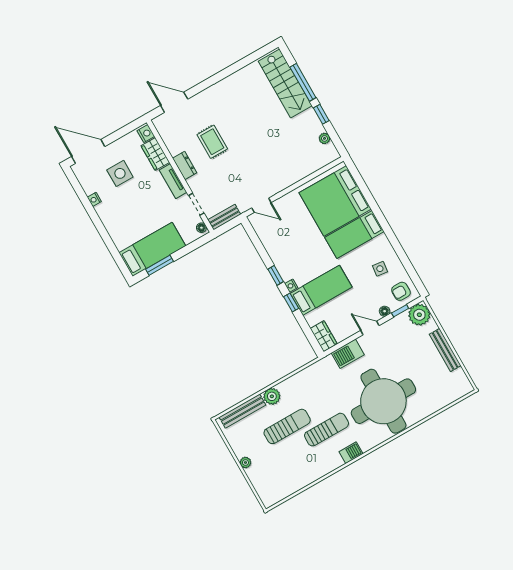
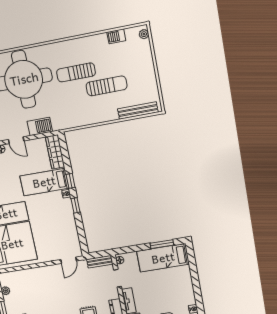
door: (261, 205) -> (69, 260), swing flipped
wardrobe: (324, 336) -> (55, 152), width x1.50
plant: (272, 396) -> (110, 114), removed
sun lounger: (287, 426) -> (107, 86), turned 180
barbecue: (351, 453) -> (116, 36), moved
plant: (245, 463) -> (144, 34), moved

